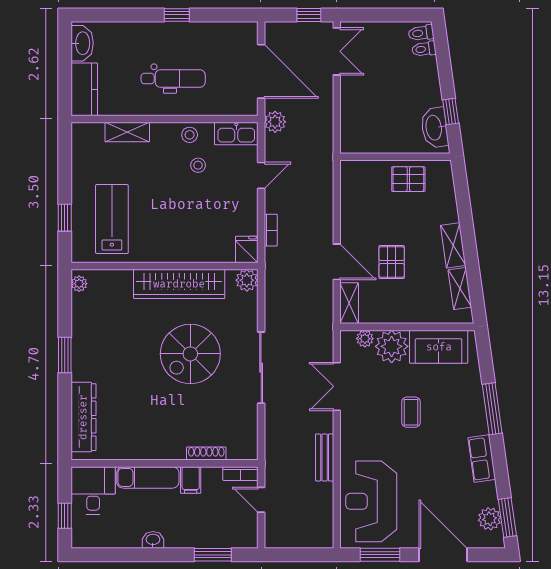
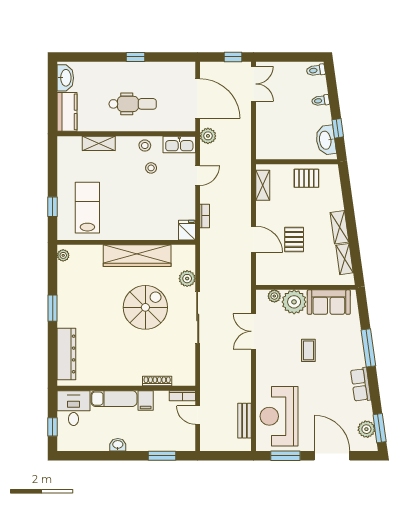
toilet: (424, 49) -> (320, 101), moved
plant: (247, 280) -> (187, 279), moved
shelving: (349, 303) -> (263, 185), moved
spiral stairs: (190, 354) -> (145, 307), turned 180
bench: (325, 457) -> (245, 421), moved

